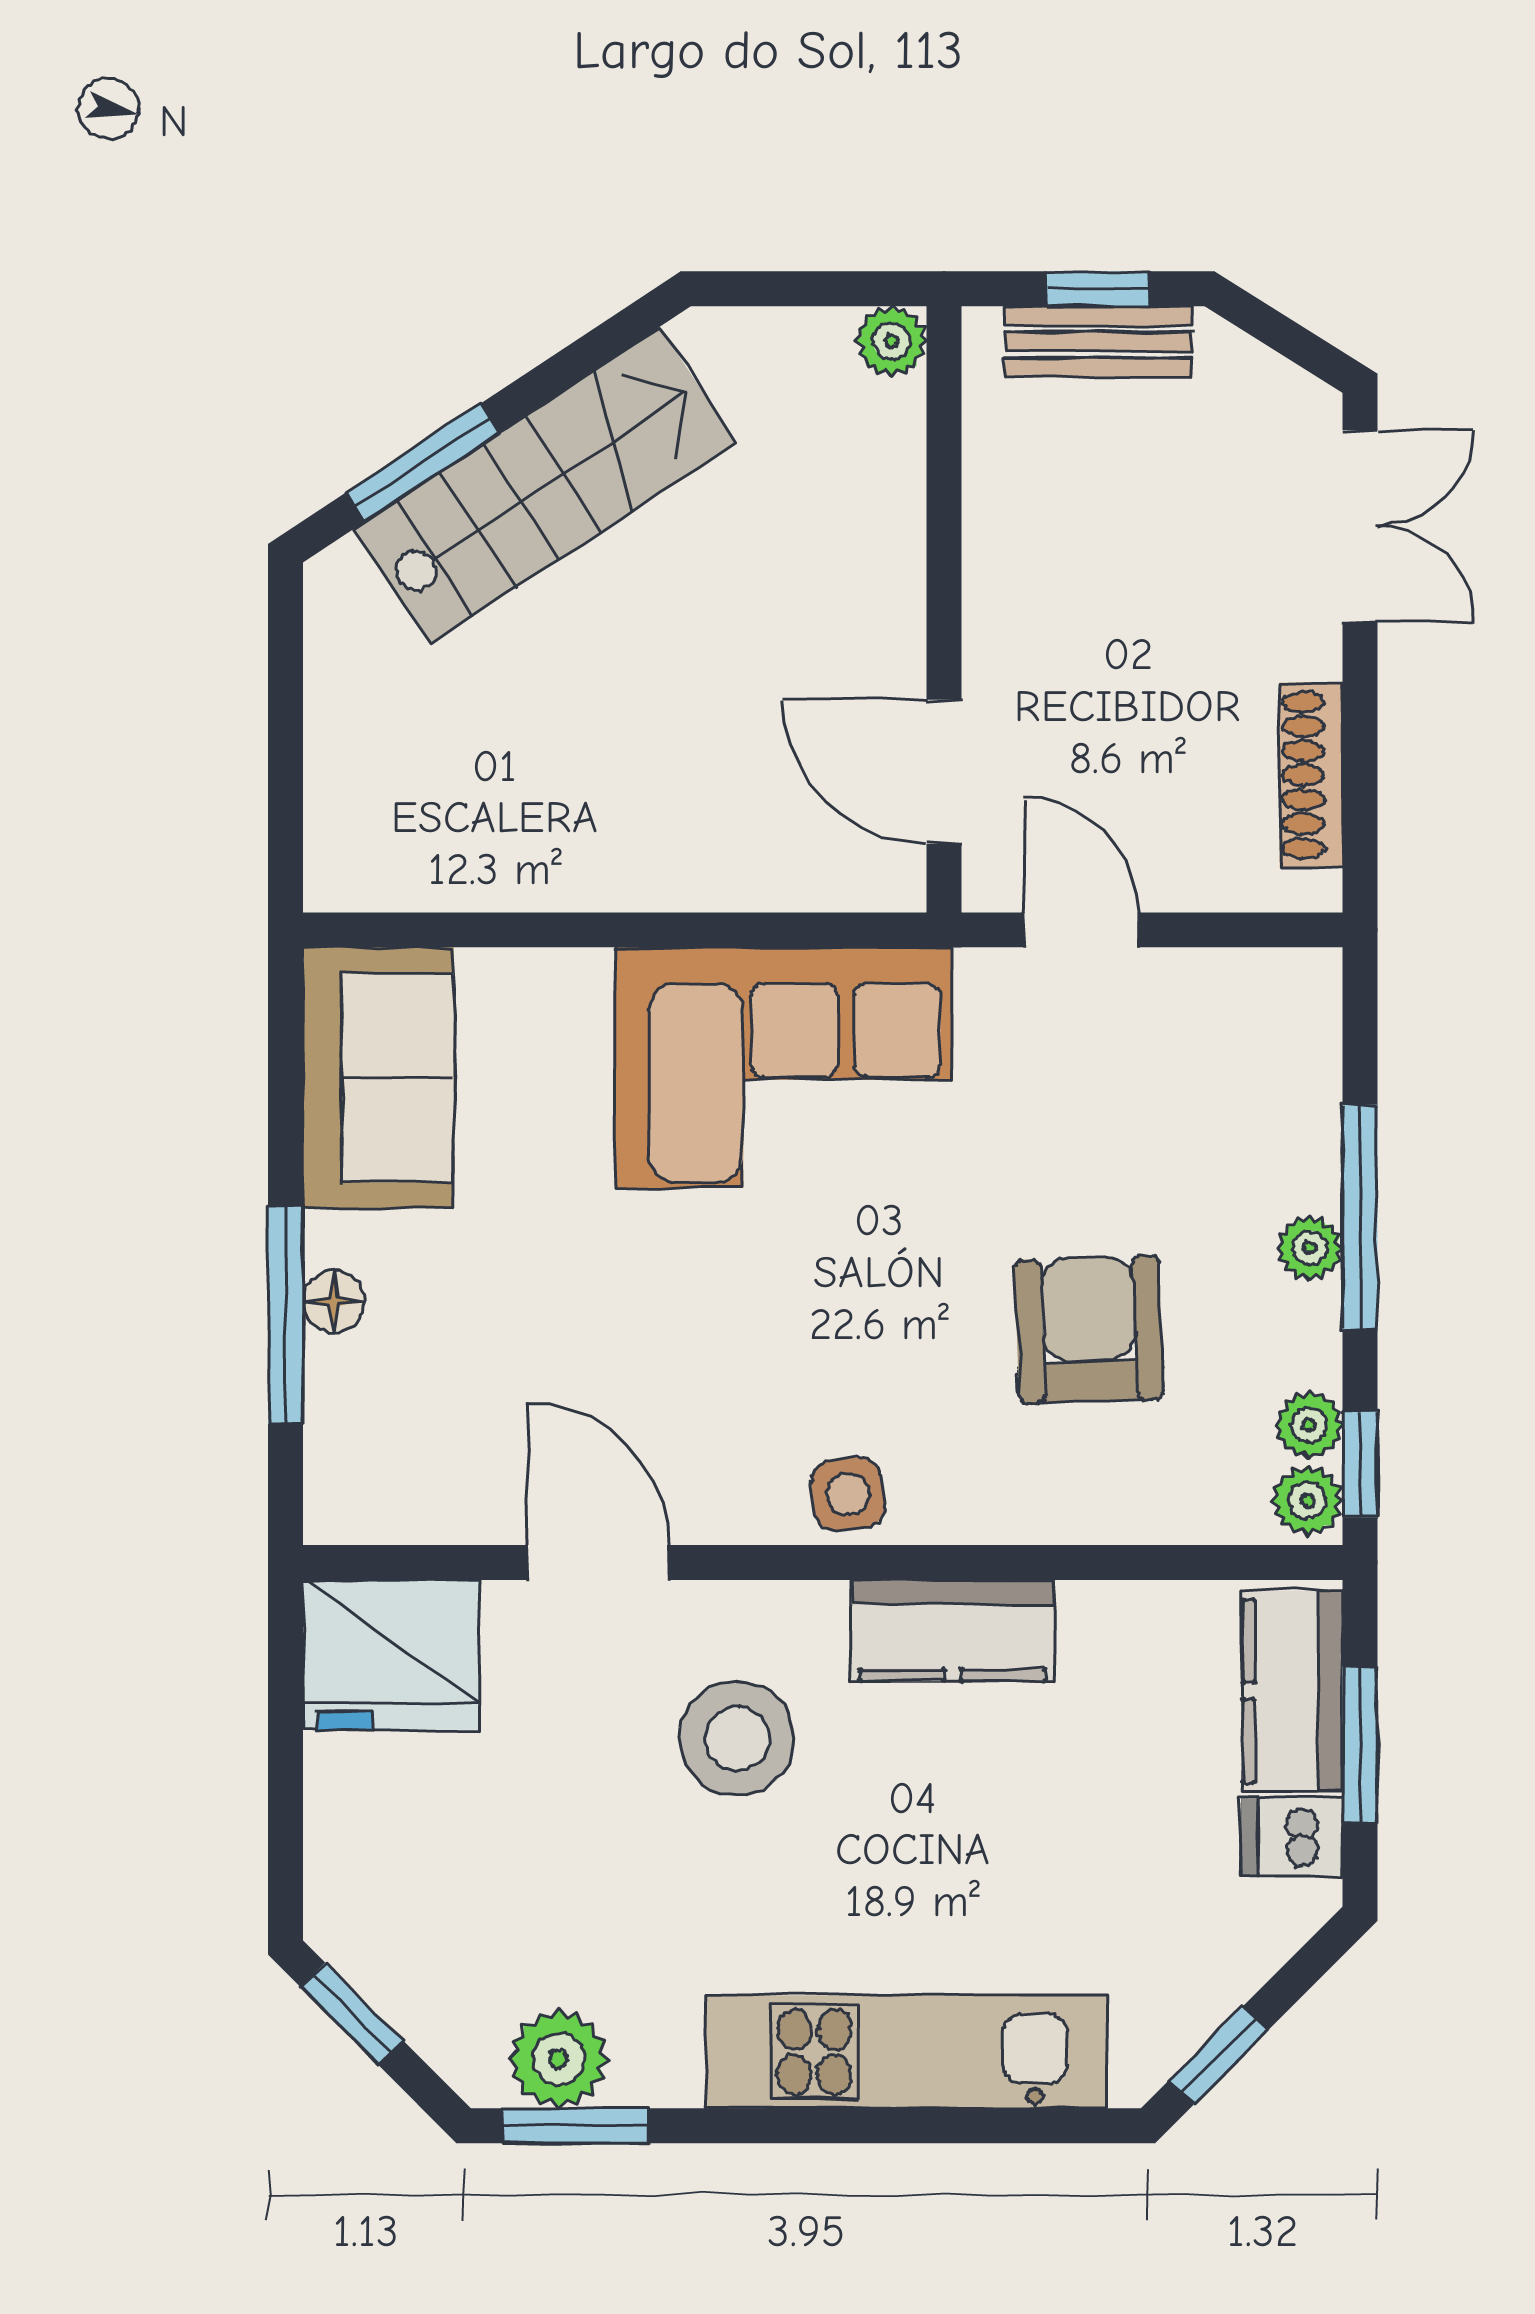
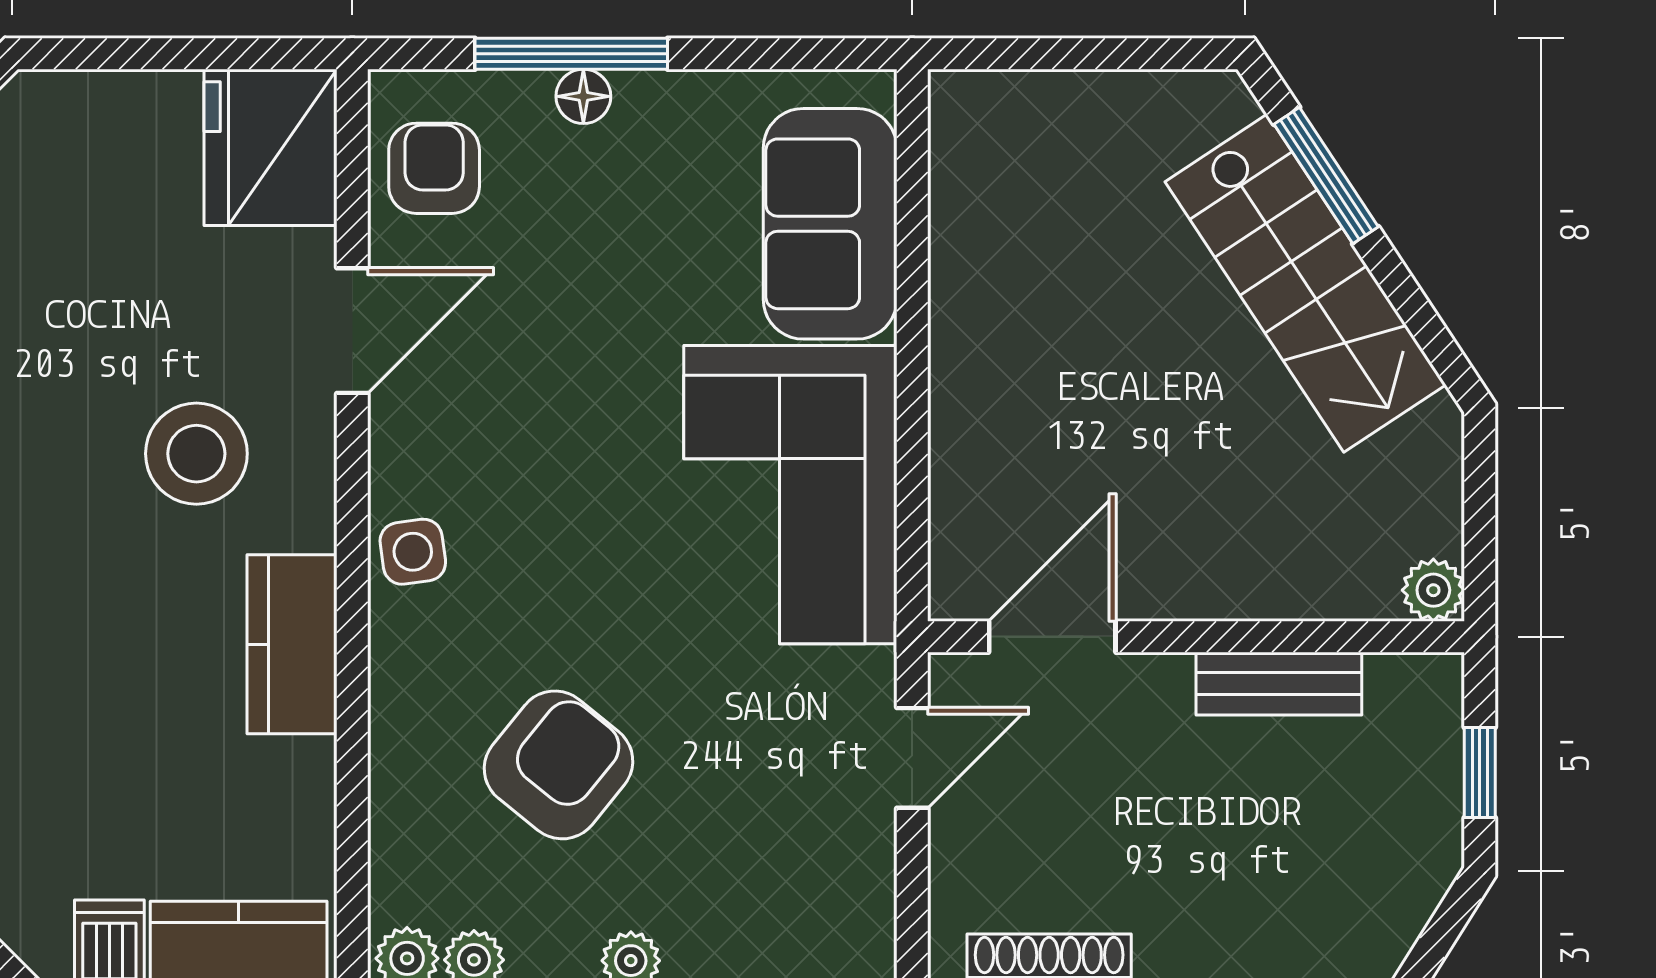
bench: (1099, 342) -> (1279, 684), moved, turned 90
sofa: (378, 1078) -> (830, 224), moved, turned 90
armchair: (1089, 1329) -> (559, 765), turned -49
armchair: (415, 1470) -> (434, 168), added

